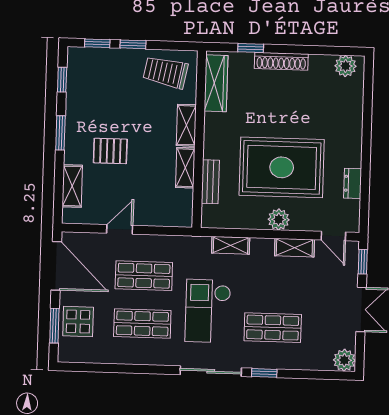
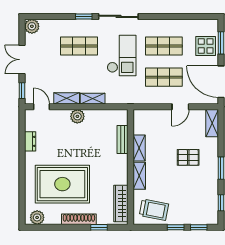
rug: (282, 167) -> (62, 184), moved
shelving: (72, 186) -> (212, 123), moved
shelving: (231, 245) -> (93, 99), moved

